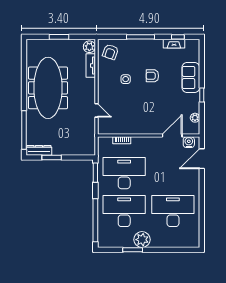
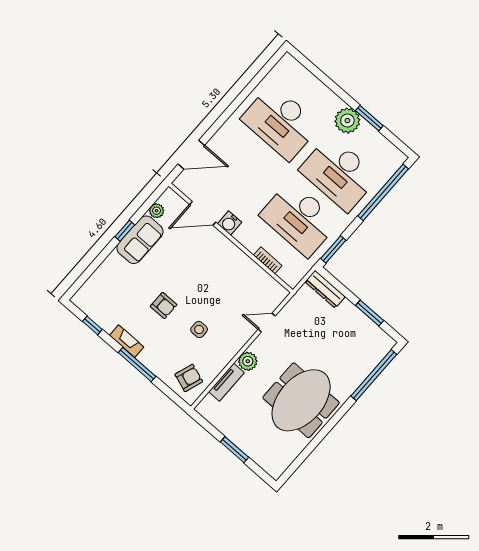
fireplace: (174, 44) -> (127, 341), moved
plant: (89, 47) -> (248, 361), moved
sofa: (191, 77) -> (140, 240), moved
meeting table: (48, 88) -> (301, 400), width x0.73
door: (96, 110) -> (267, 323), hinge flipped
water cooler: (189, 142) -> (230, 223), moved
dresser: (39, 150) -> (325, 289), moved

